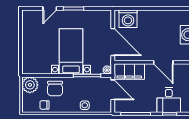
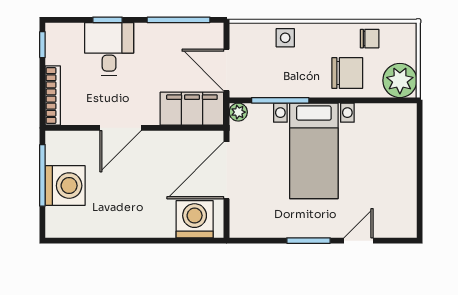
door: (113, 42) -> (227, 170), hinge flipped
door: (163, 62) -> (121, 128), swing flipped
chair: (55, 88) -> (347, 73), turned 90

